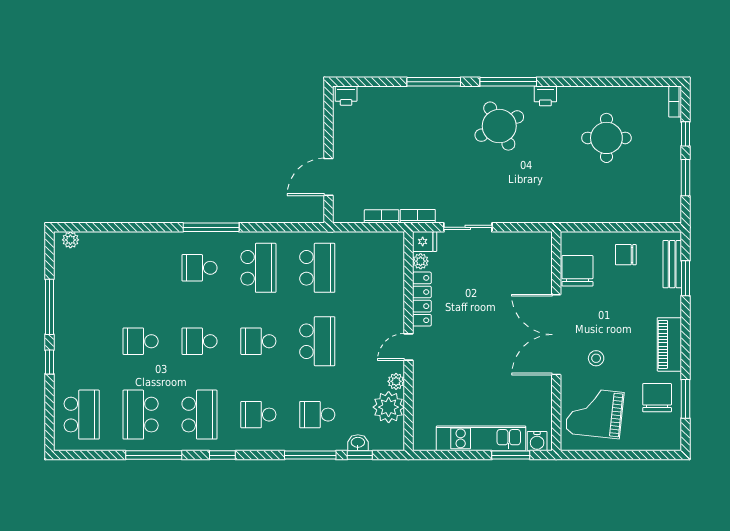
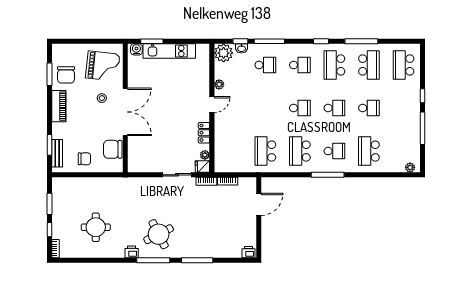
chair: (577, 271) -> (113, 149), turned 90
locker: (422, 299) -> (204, 133), width x0.66
school desk: (317, 341) -> (369, 151), moved
plant: (389, 407) -> (224, 53), moved

